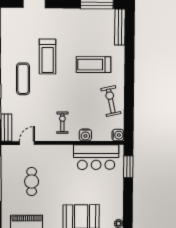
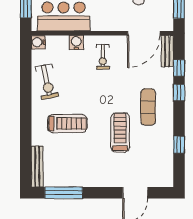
door: (27, 143) -> (144, 33), width x1.87

